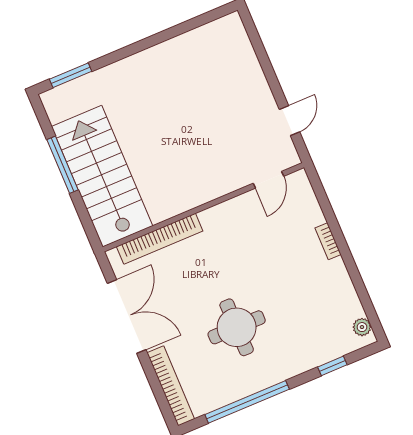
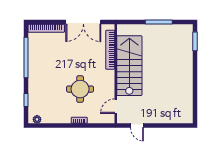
stairs: (102, 176) -> (129, 66), moved, turned -90
door: (269, 180) -> (116, 106), hinge flipped
round table: (237, 327) -> (80, 89), moved

